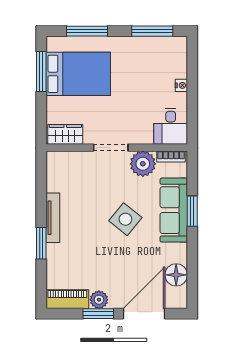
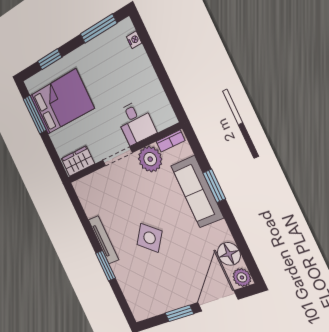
window: (87, 31) -> (50, 59), width x0.69
nightstand: (181, 85) -> (134, 40), moved
desk: (171, 126) -> (136, 123), moved
side table: (125, 219) -> (150, 238), moved
piano: (67, 299) -> (149, 308), removed
plant: (99, 300) -> (242, 277), moved

